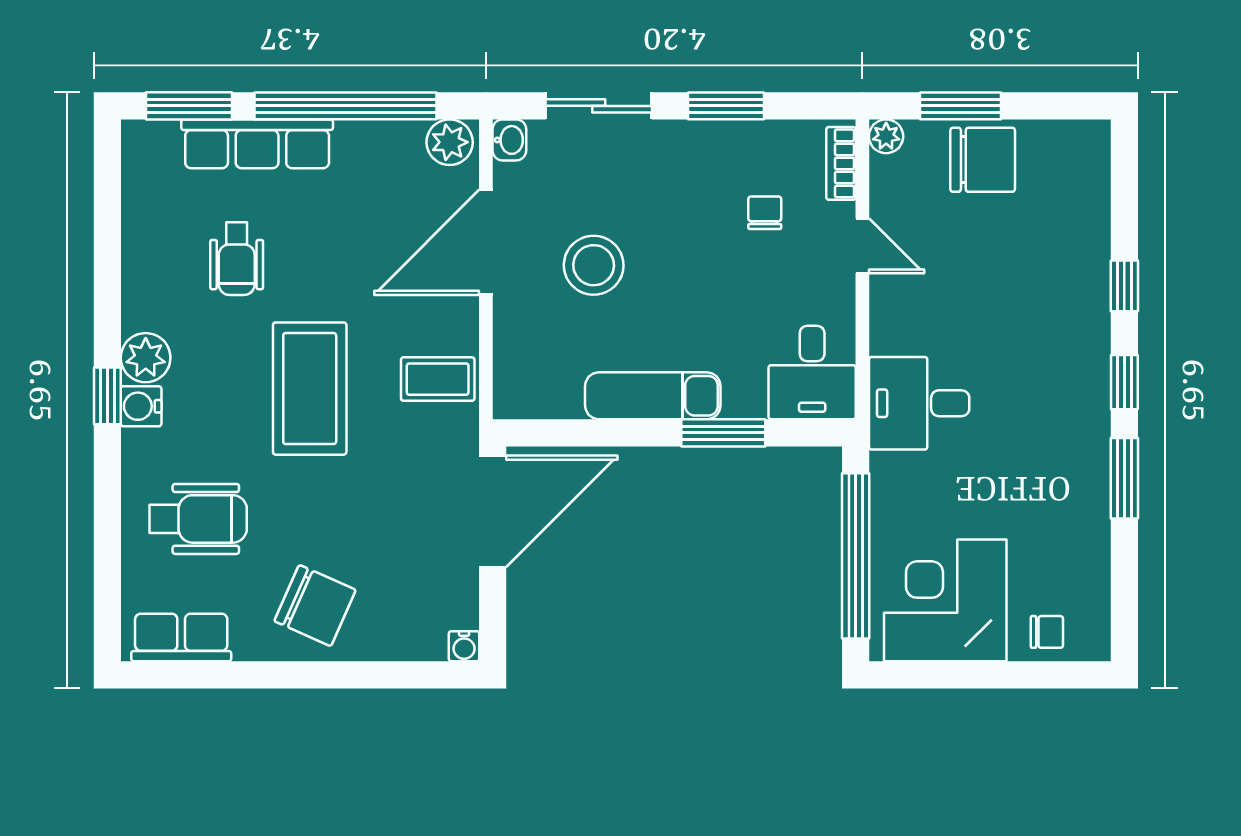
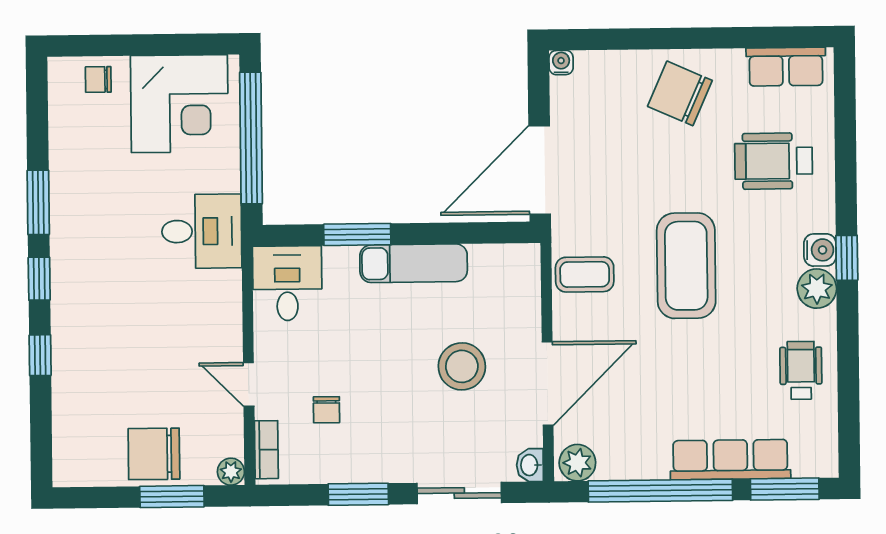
wheelchair: (237, 259) -> (801, 370), moved
desk: (919, 403) -> (202, 231), moved

